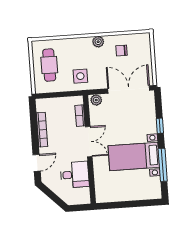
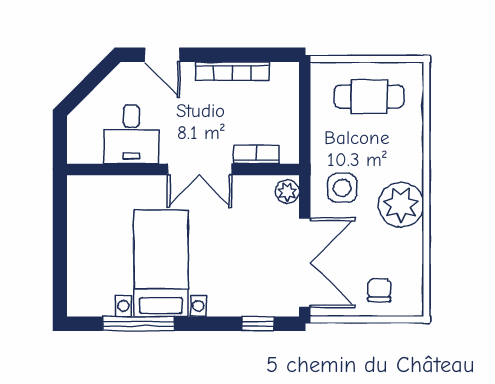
plant: (98, 42) -> (401, 205), width x1.87, depth x1.87
chair: (121, 51) -> (379, 290), moved
side table: (80, 76) -> (342, 188), moved
window: (160, 126) -> (258, 324), moved

